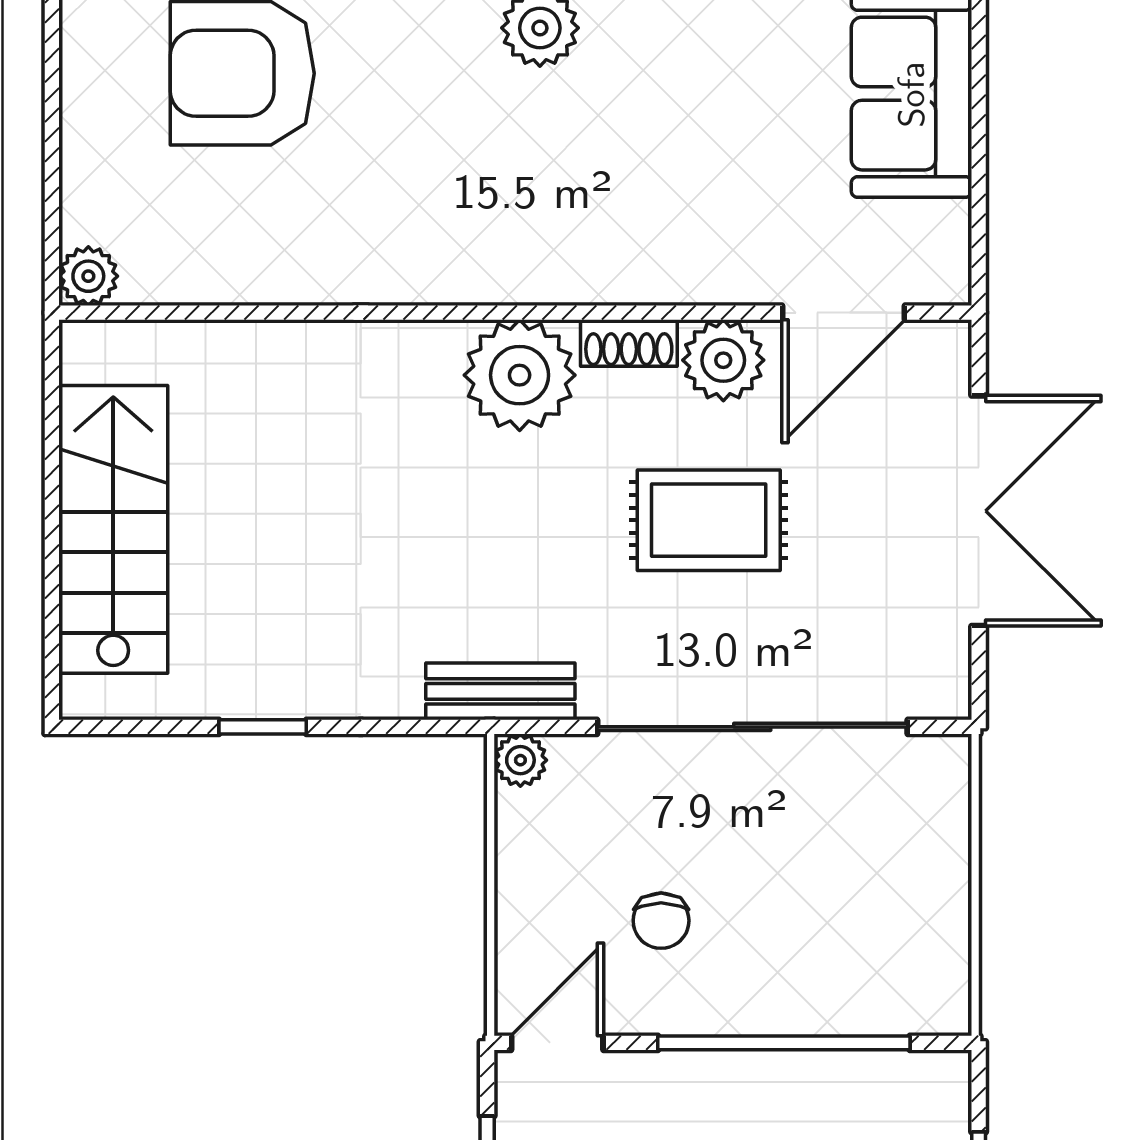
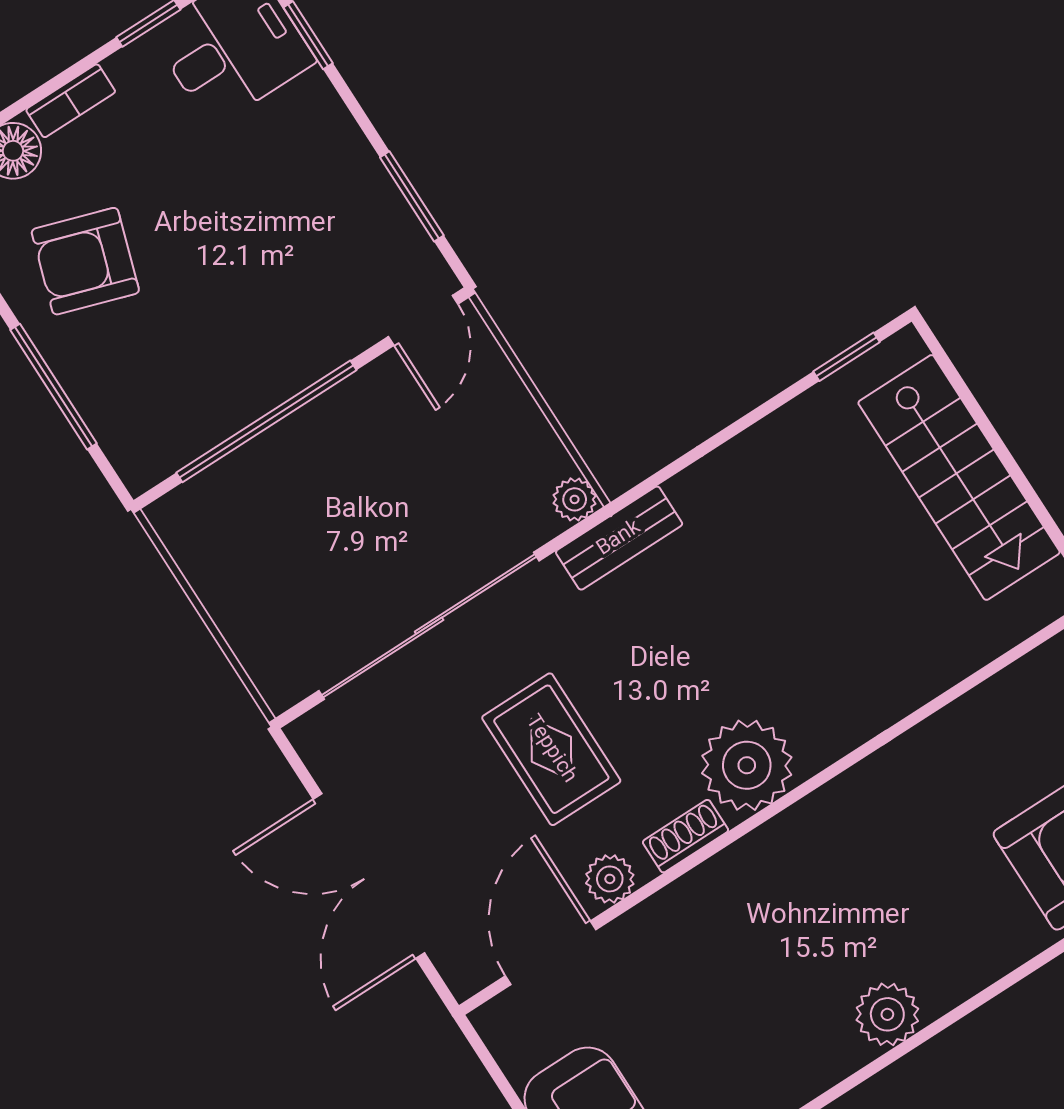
plant: (723, 360) -> (610, 879), width x0.73, depth x0.73
rug: (709, 520) -> (551, 749), turned 90
window: (263, 727) -> (847, 357), moved
chair: (661, 921) -> (406, 451), removed

